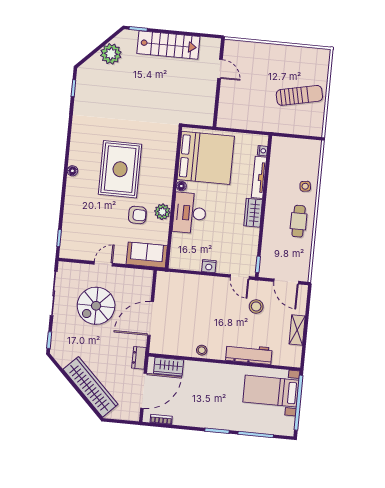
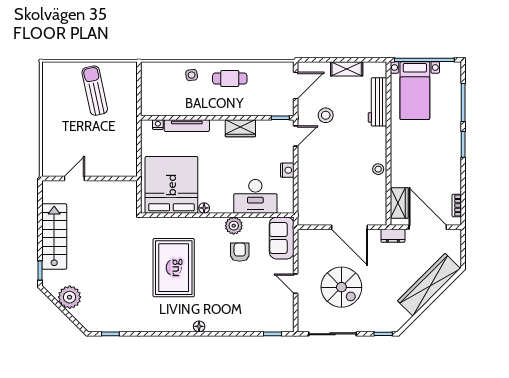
rug: (120, 169) -> (174, 268), moved, turned 90
desk: (190, 213) -> (255, 196), moved
wardrobe: (253, 213) -> (240, 128), moved
workbench: (249, 354) -> (378, 102), moved

